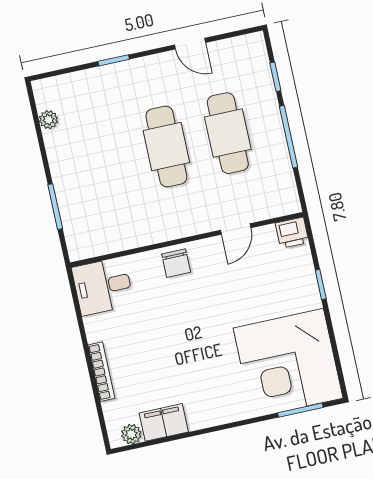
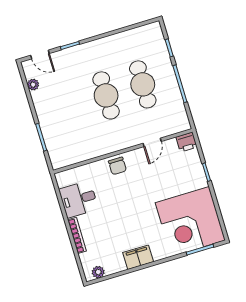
door: (190, 44) -> (40, 54), moved
desk: (103, 286) -> (79, 199), moved
filing cabinet: (164, 422) -> (138, 257), moved

